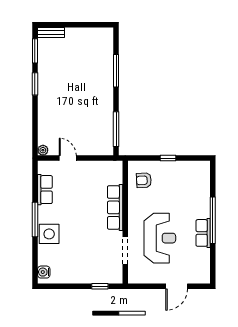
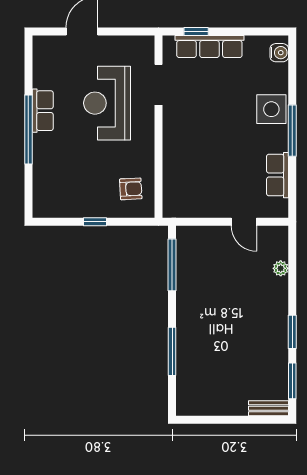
plant: (43, 150) -> (281, 268), moved
row of seats: (115, 207) -> (209, 47), moved, turned 90

